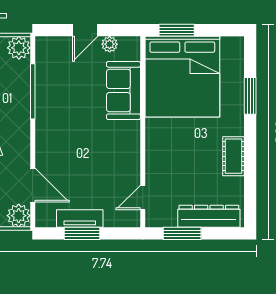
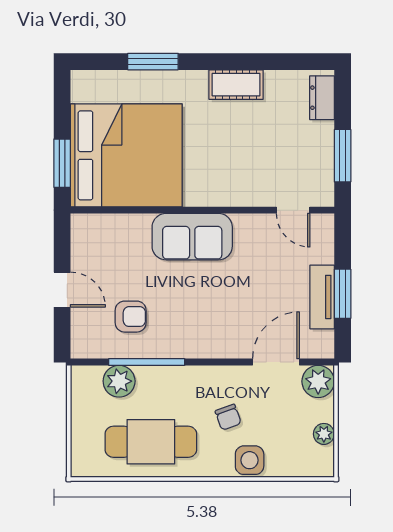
plant: (110, 44) -> (81, 256), removed
plant: (19, 48) -> (119, 381), moved
armchair: (66, 80) -> (131, 317), added
sofa: (123, 91) -> (192, 237), moved
dresser: (209, 216) -> (322, 98), width x0.51, depth x0.80

